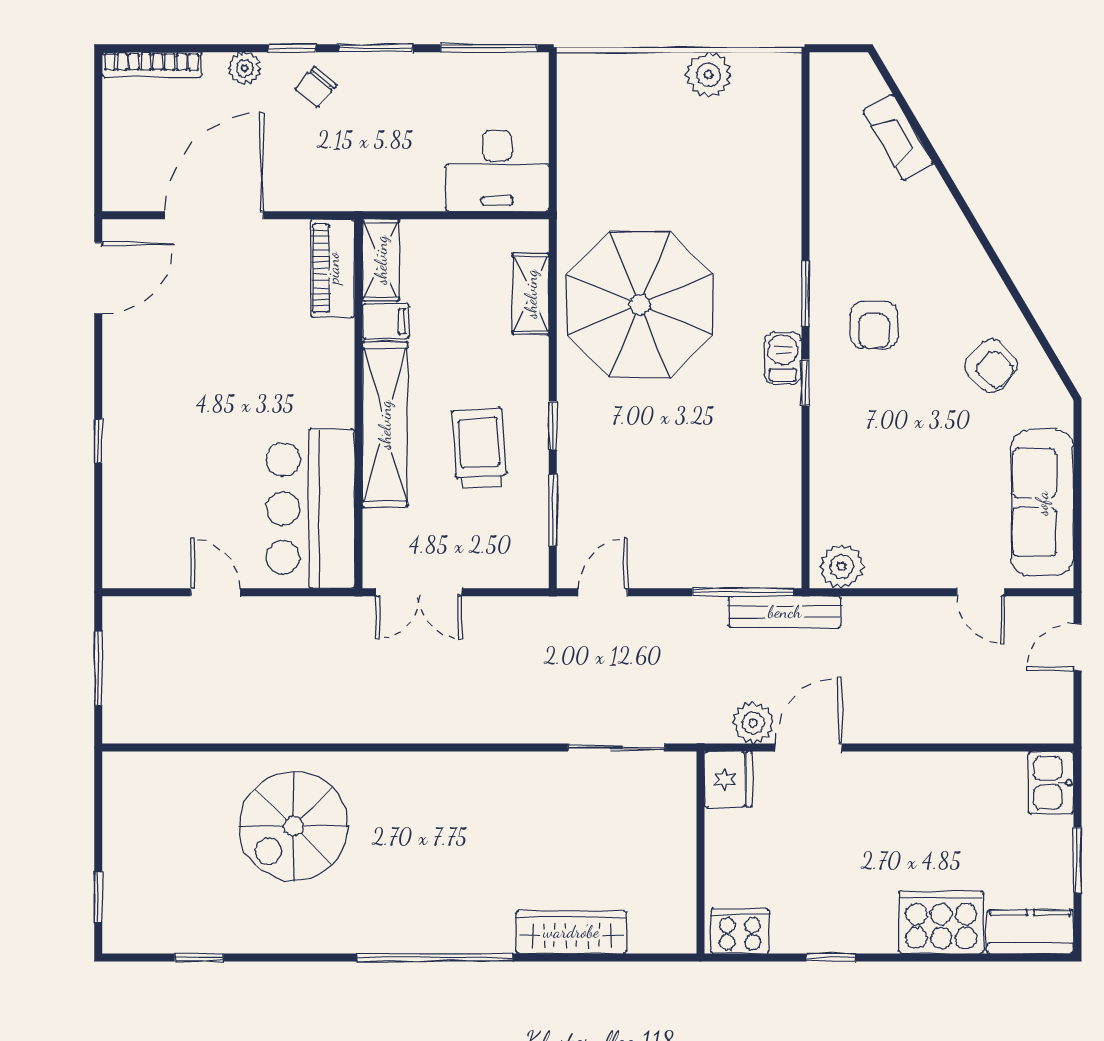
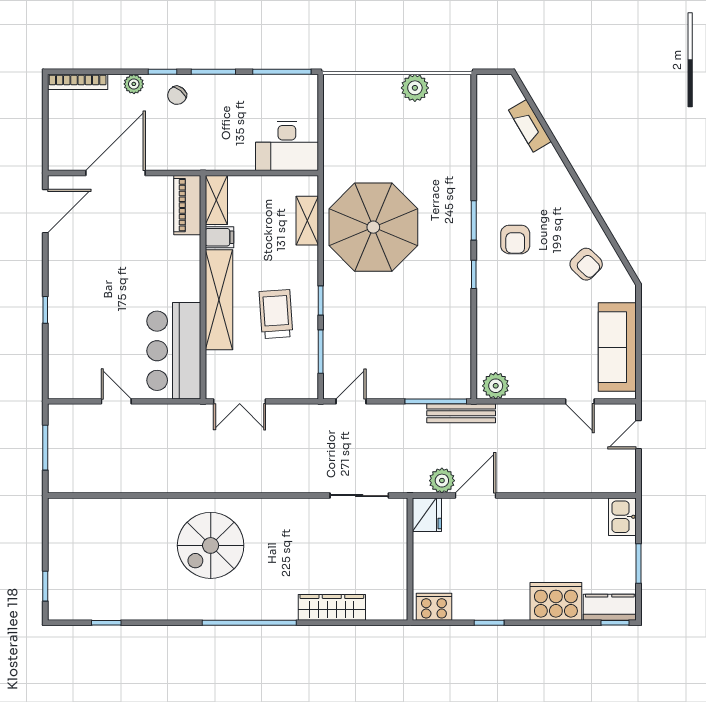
barbecue: (783, 358) -> (460, 259), removed
spiral stairs: (293, 826) -> (211, 545), moved
window: (1039, 957) -> (615, 623), added

